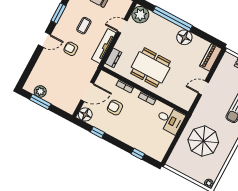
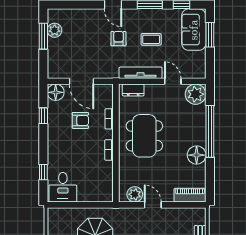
plant: (189, 97) -> (135, 194), added
armchair: (115, 108) -> (80, 120), turned 90
desk: (170, 120) -> (63, 187), moved

